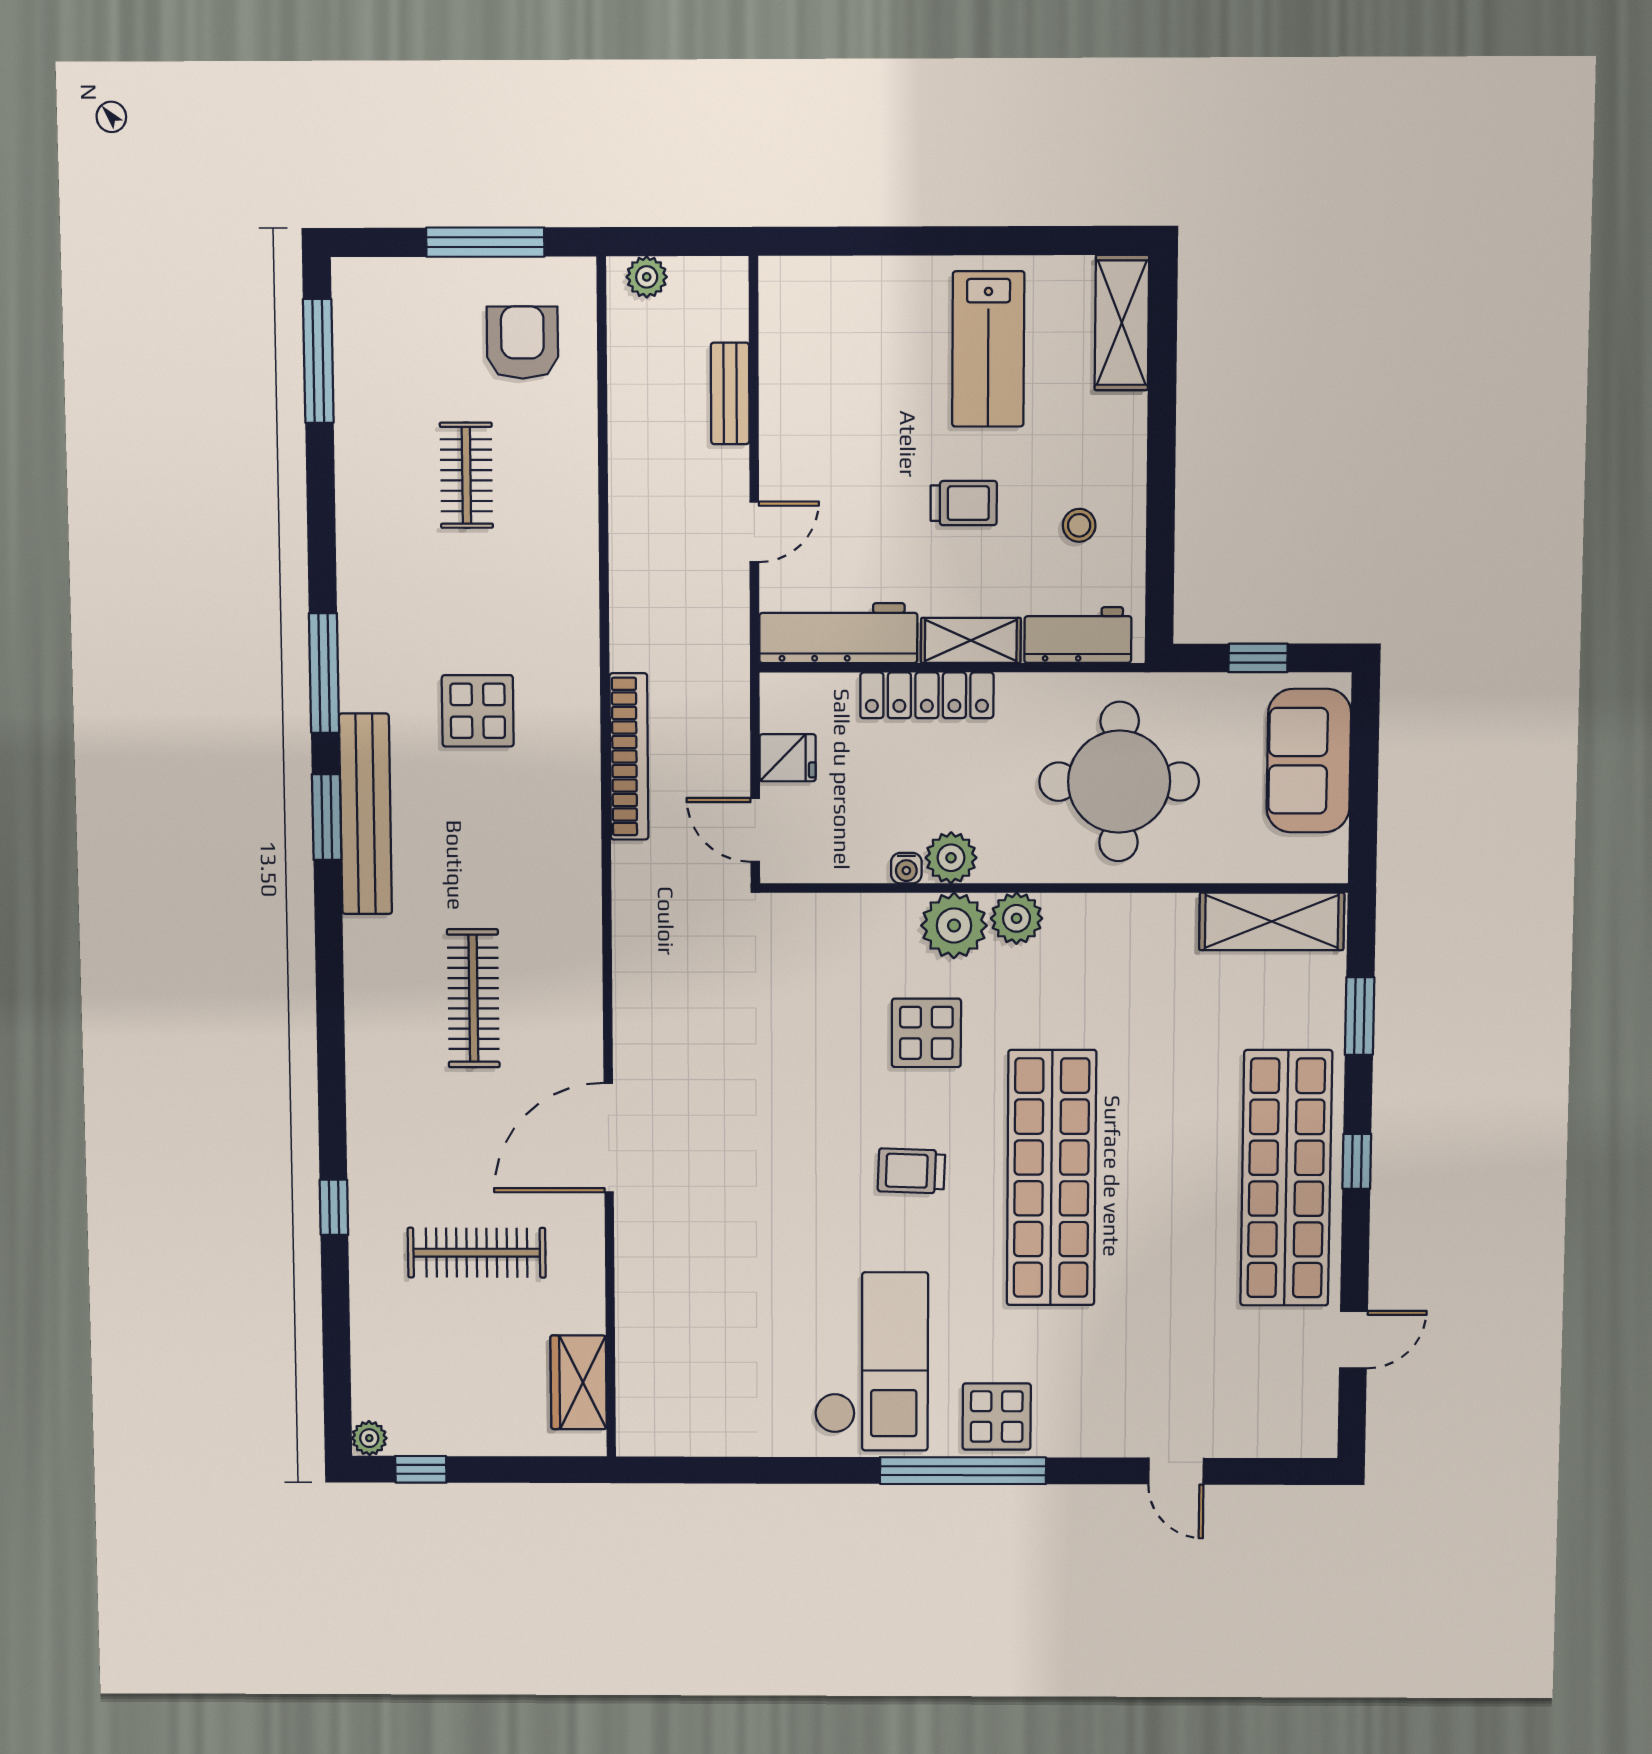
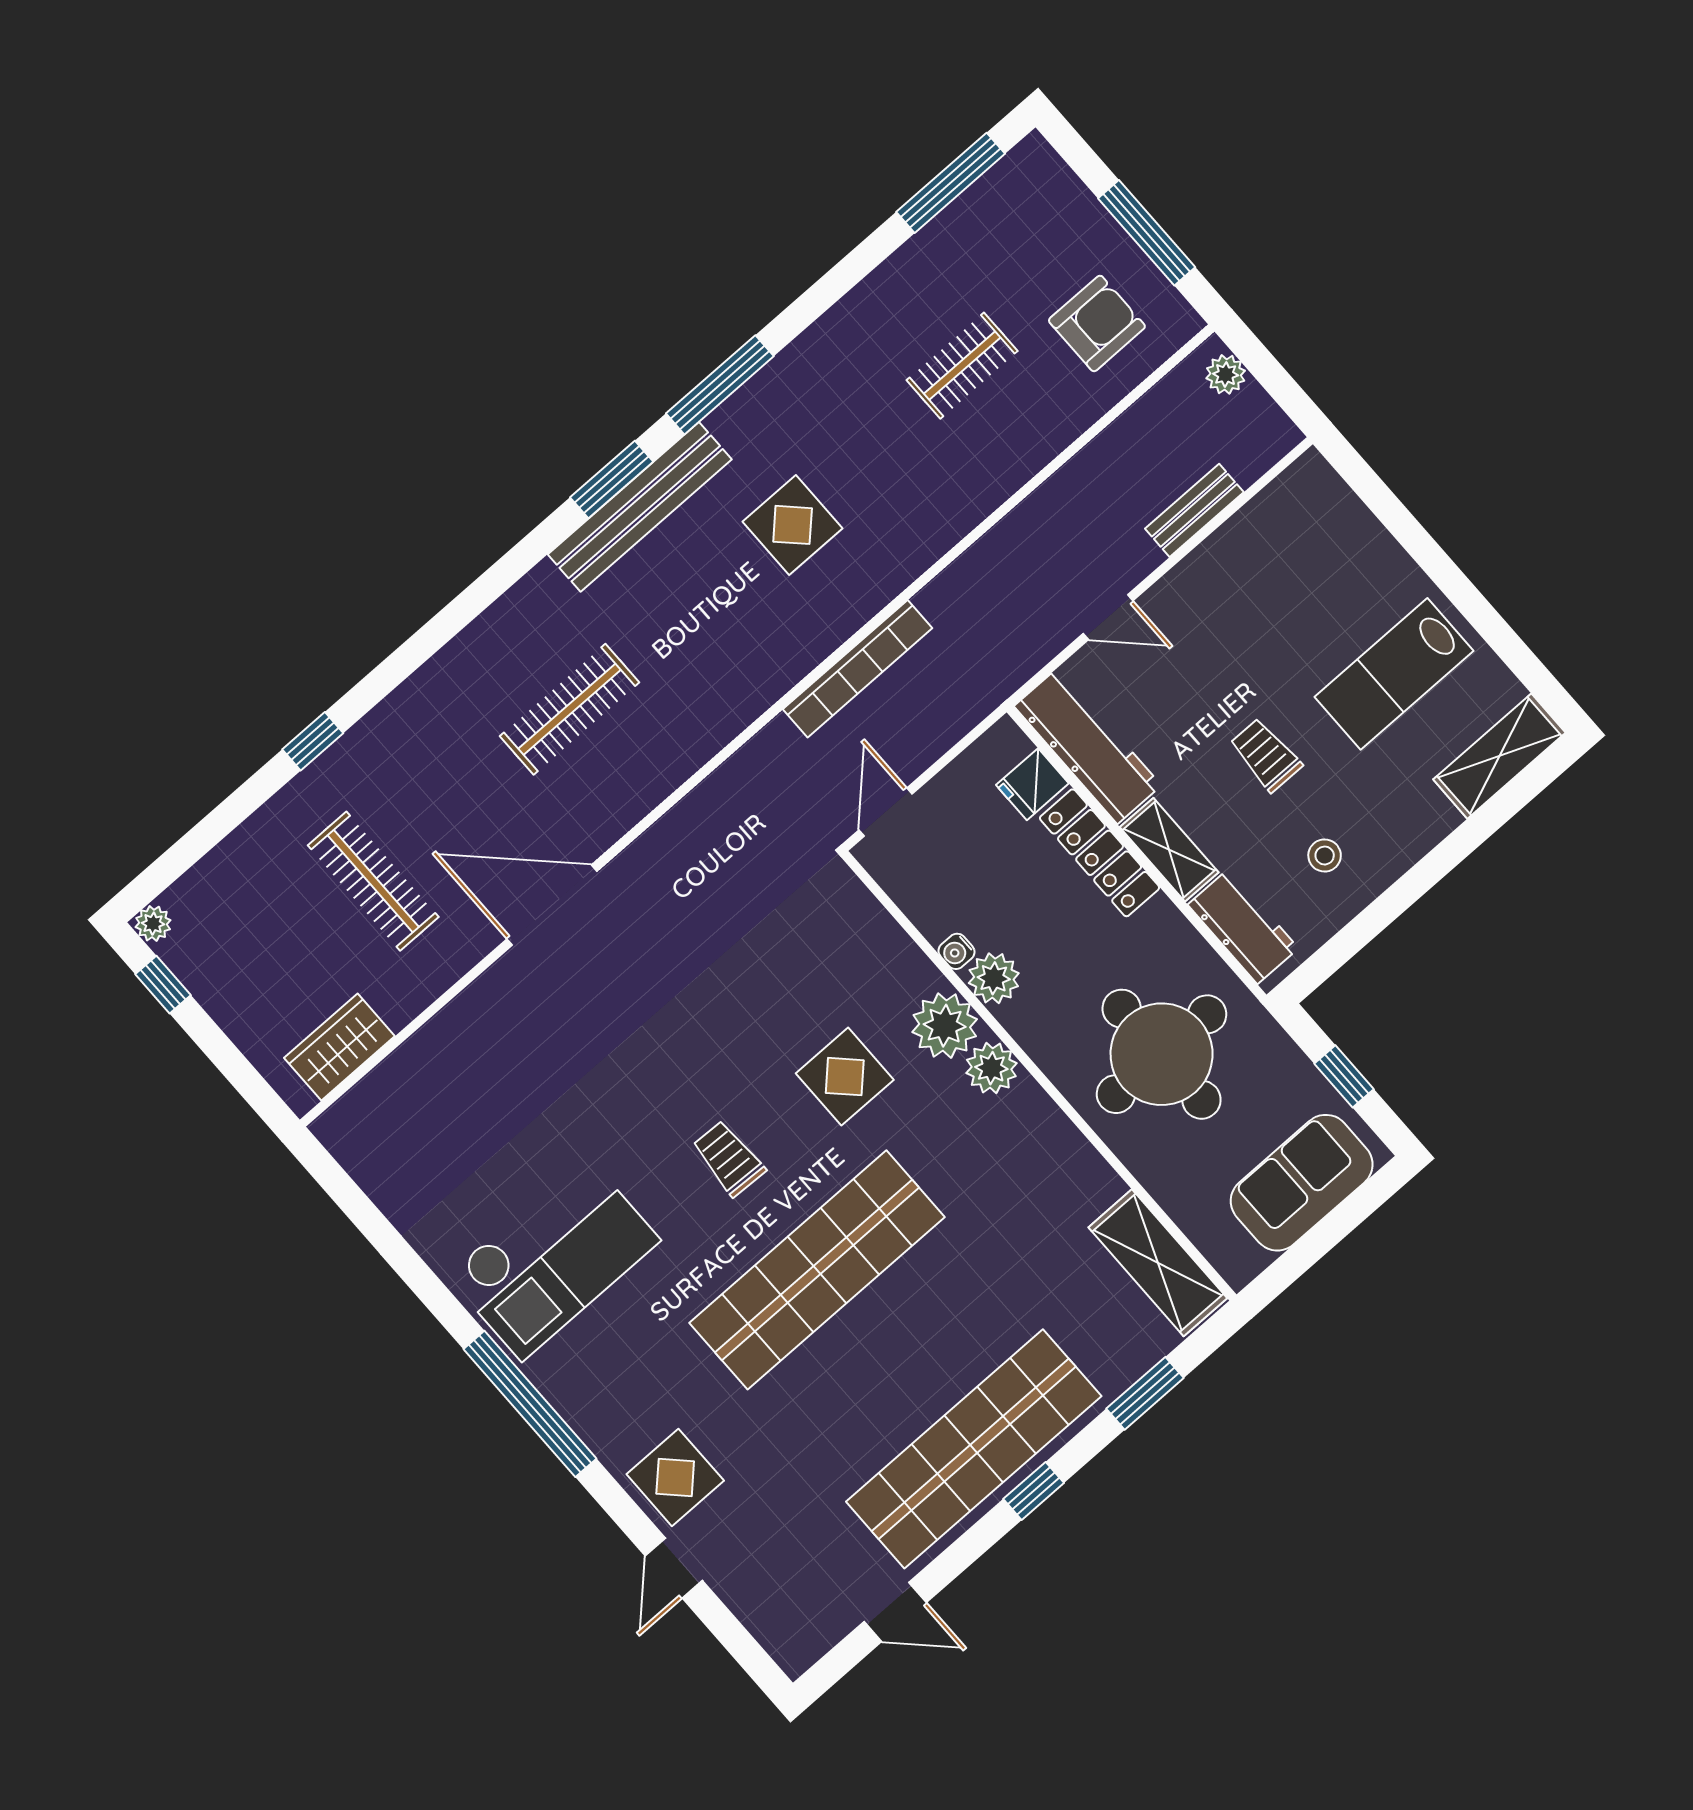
trolley: (964, 503) -> (1266, 755), turned 180
fridge: (788, 758) -> (1032, 784), moved, turned 90
display table: (997, 1417) -> (675, 1477), moved

